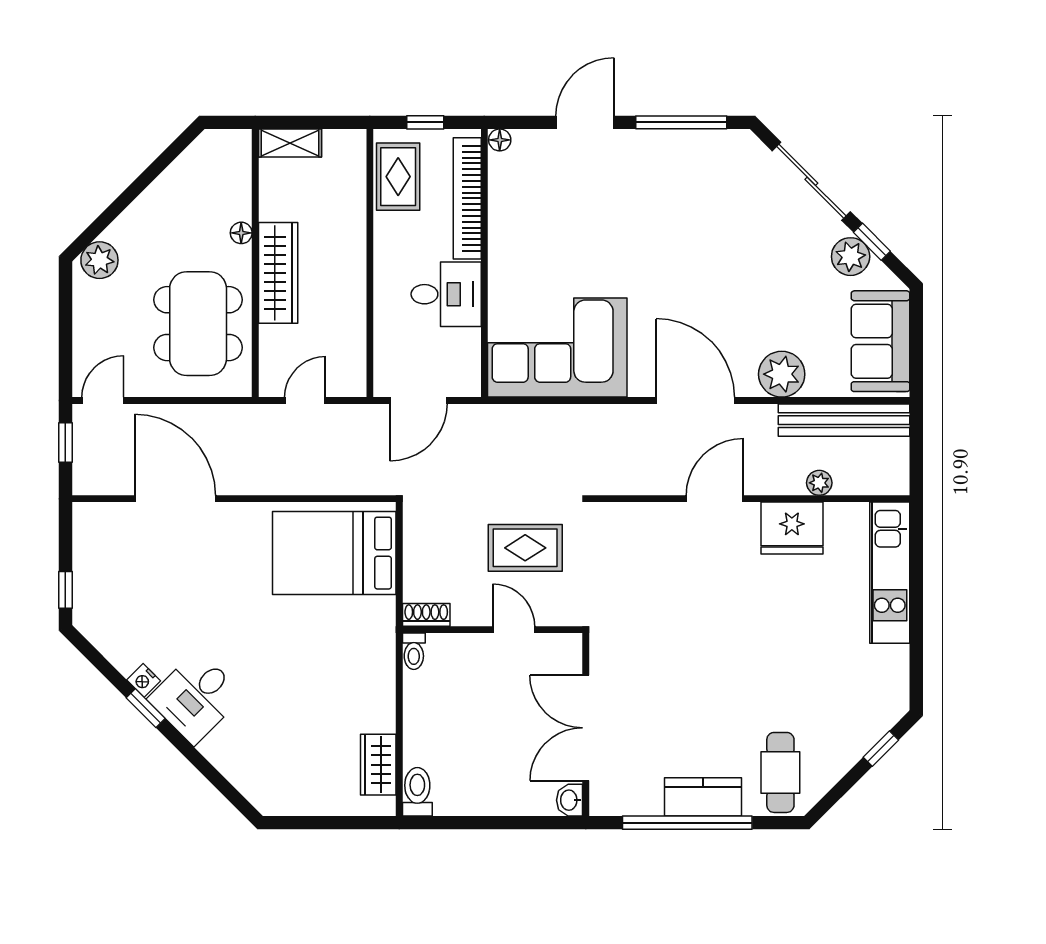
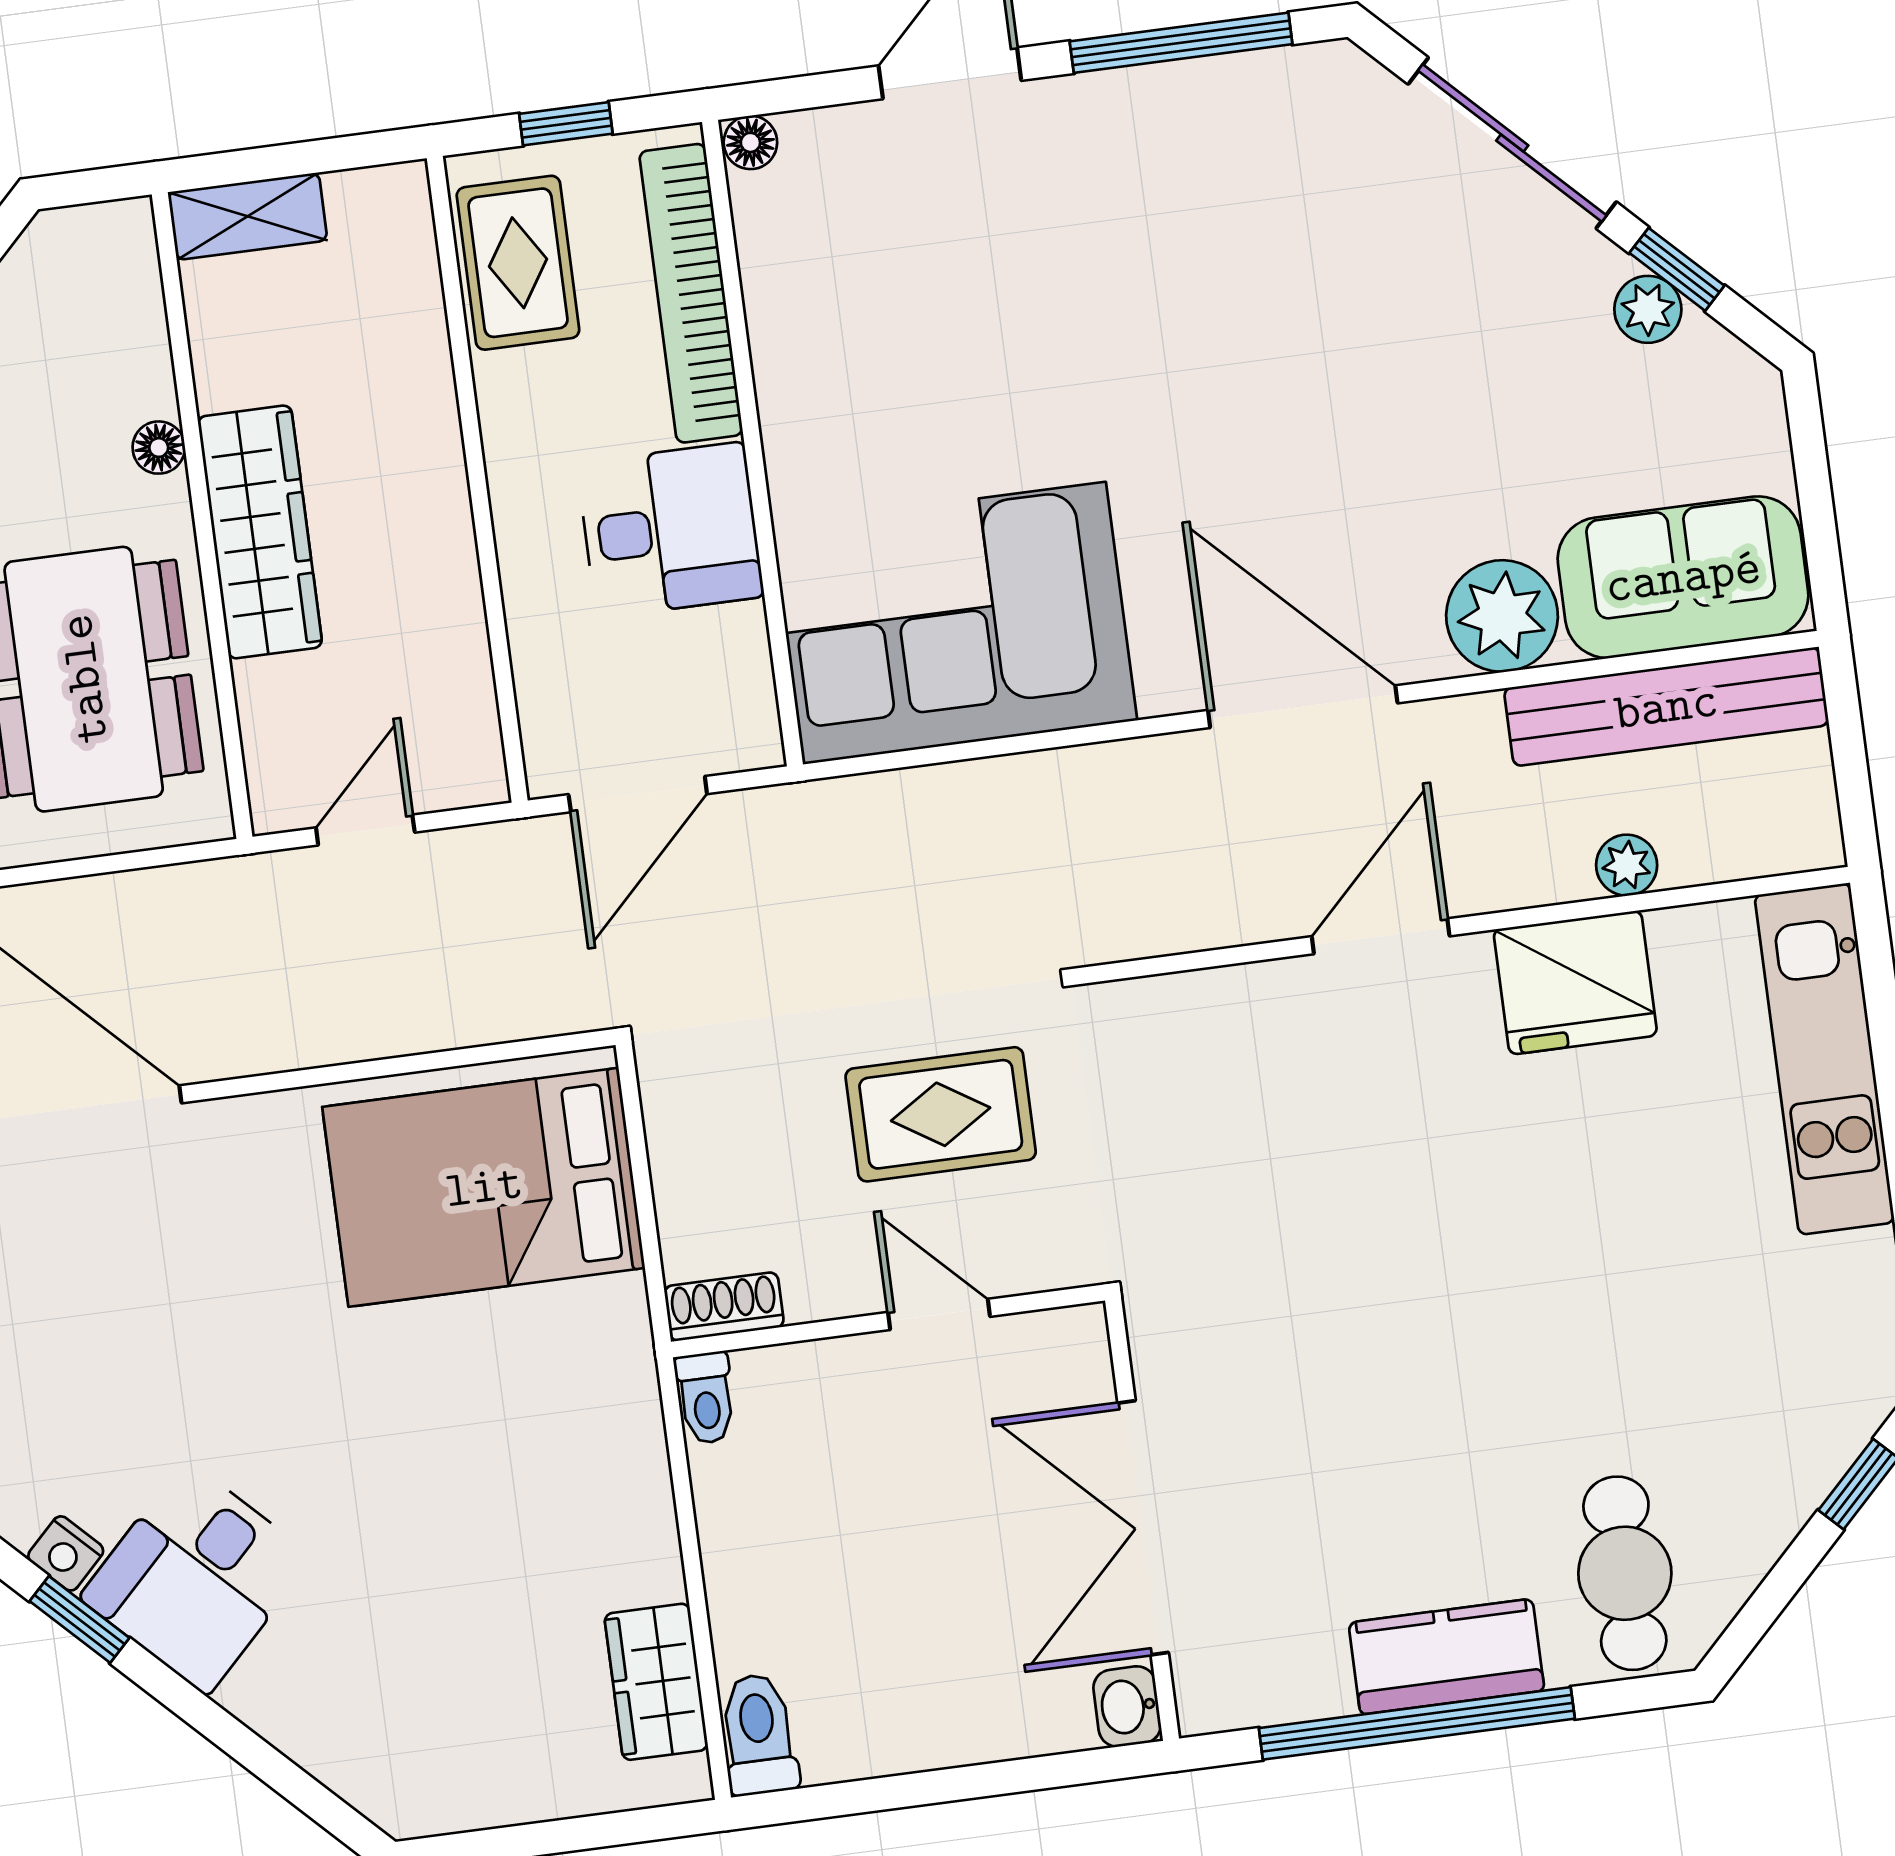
plant: (851, 257) -> (1648, 309), width x0.73, depth x0.73
sofa: (881, 341) -> (1683, 577), moved, turned 90

